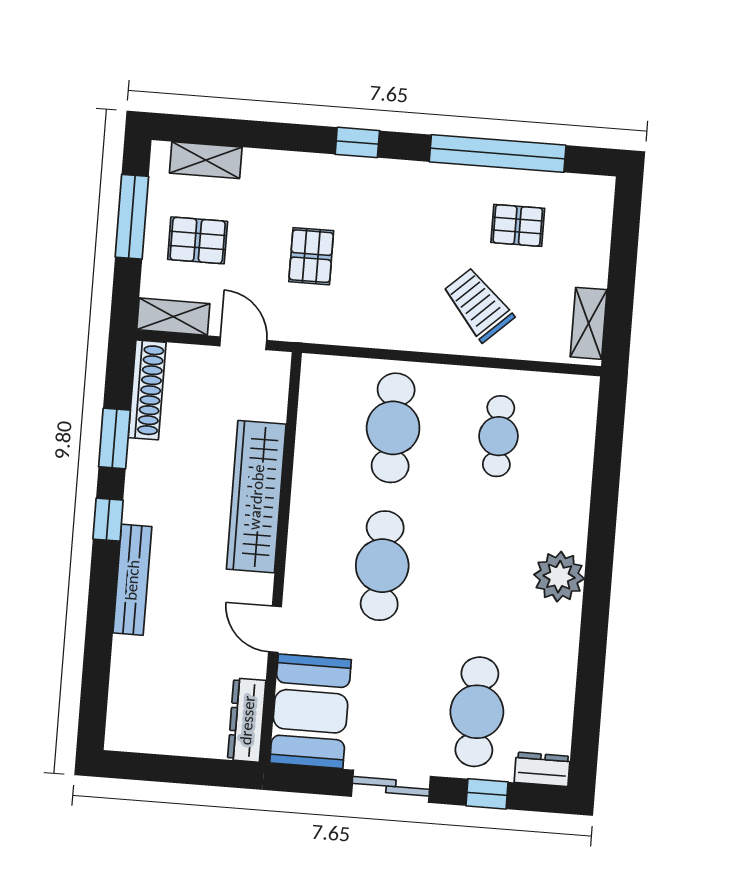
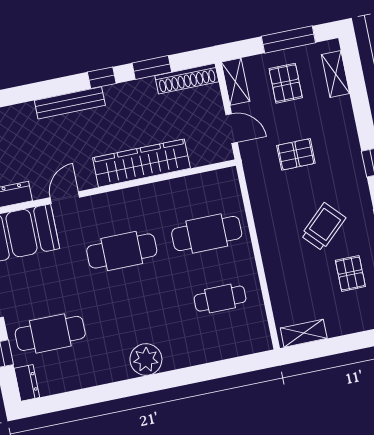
trolley: (478, 305) -> (323, 227), moved
door: (243, 343) -> (232, 128), hinge flipped

